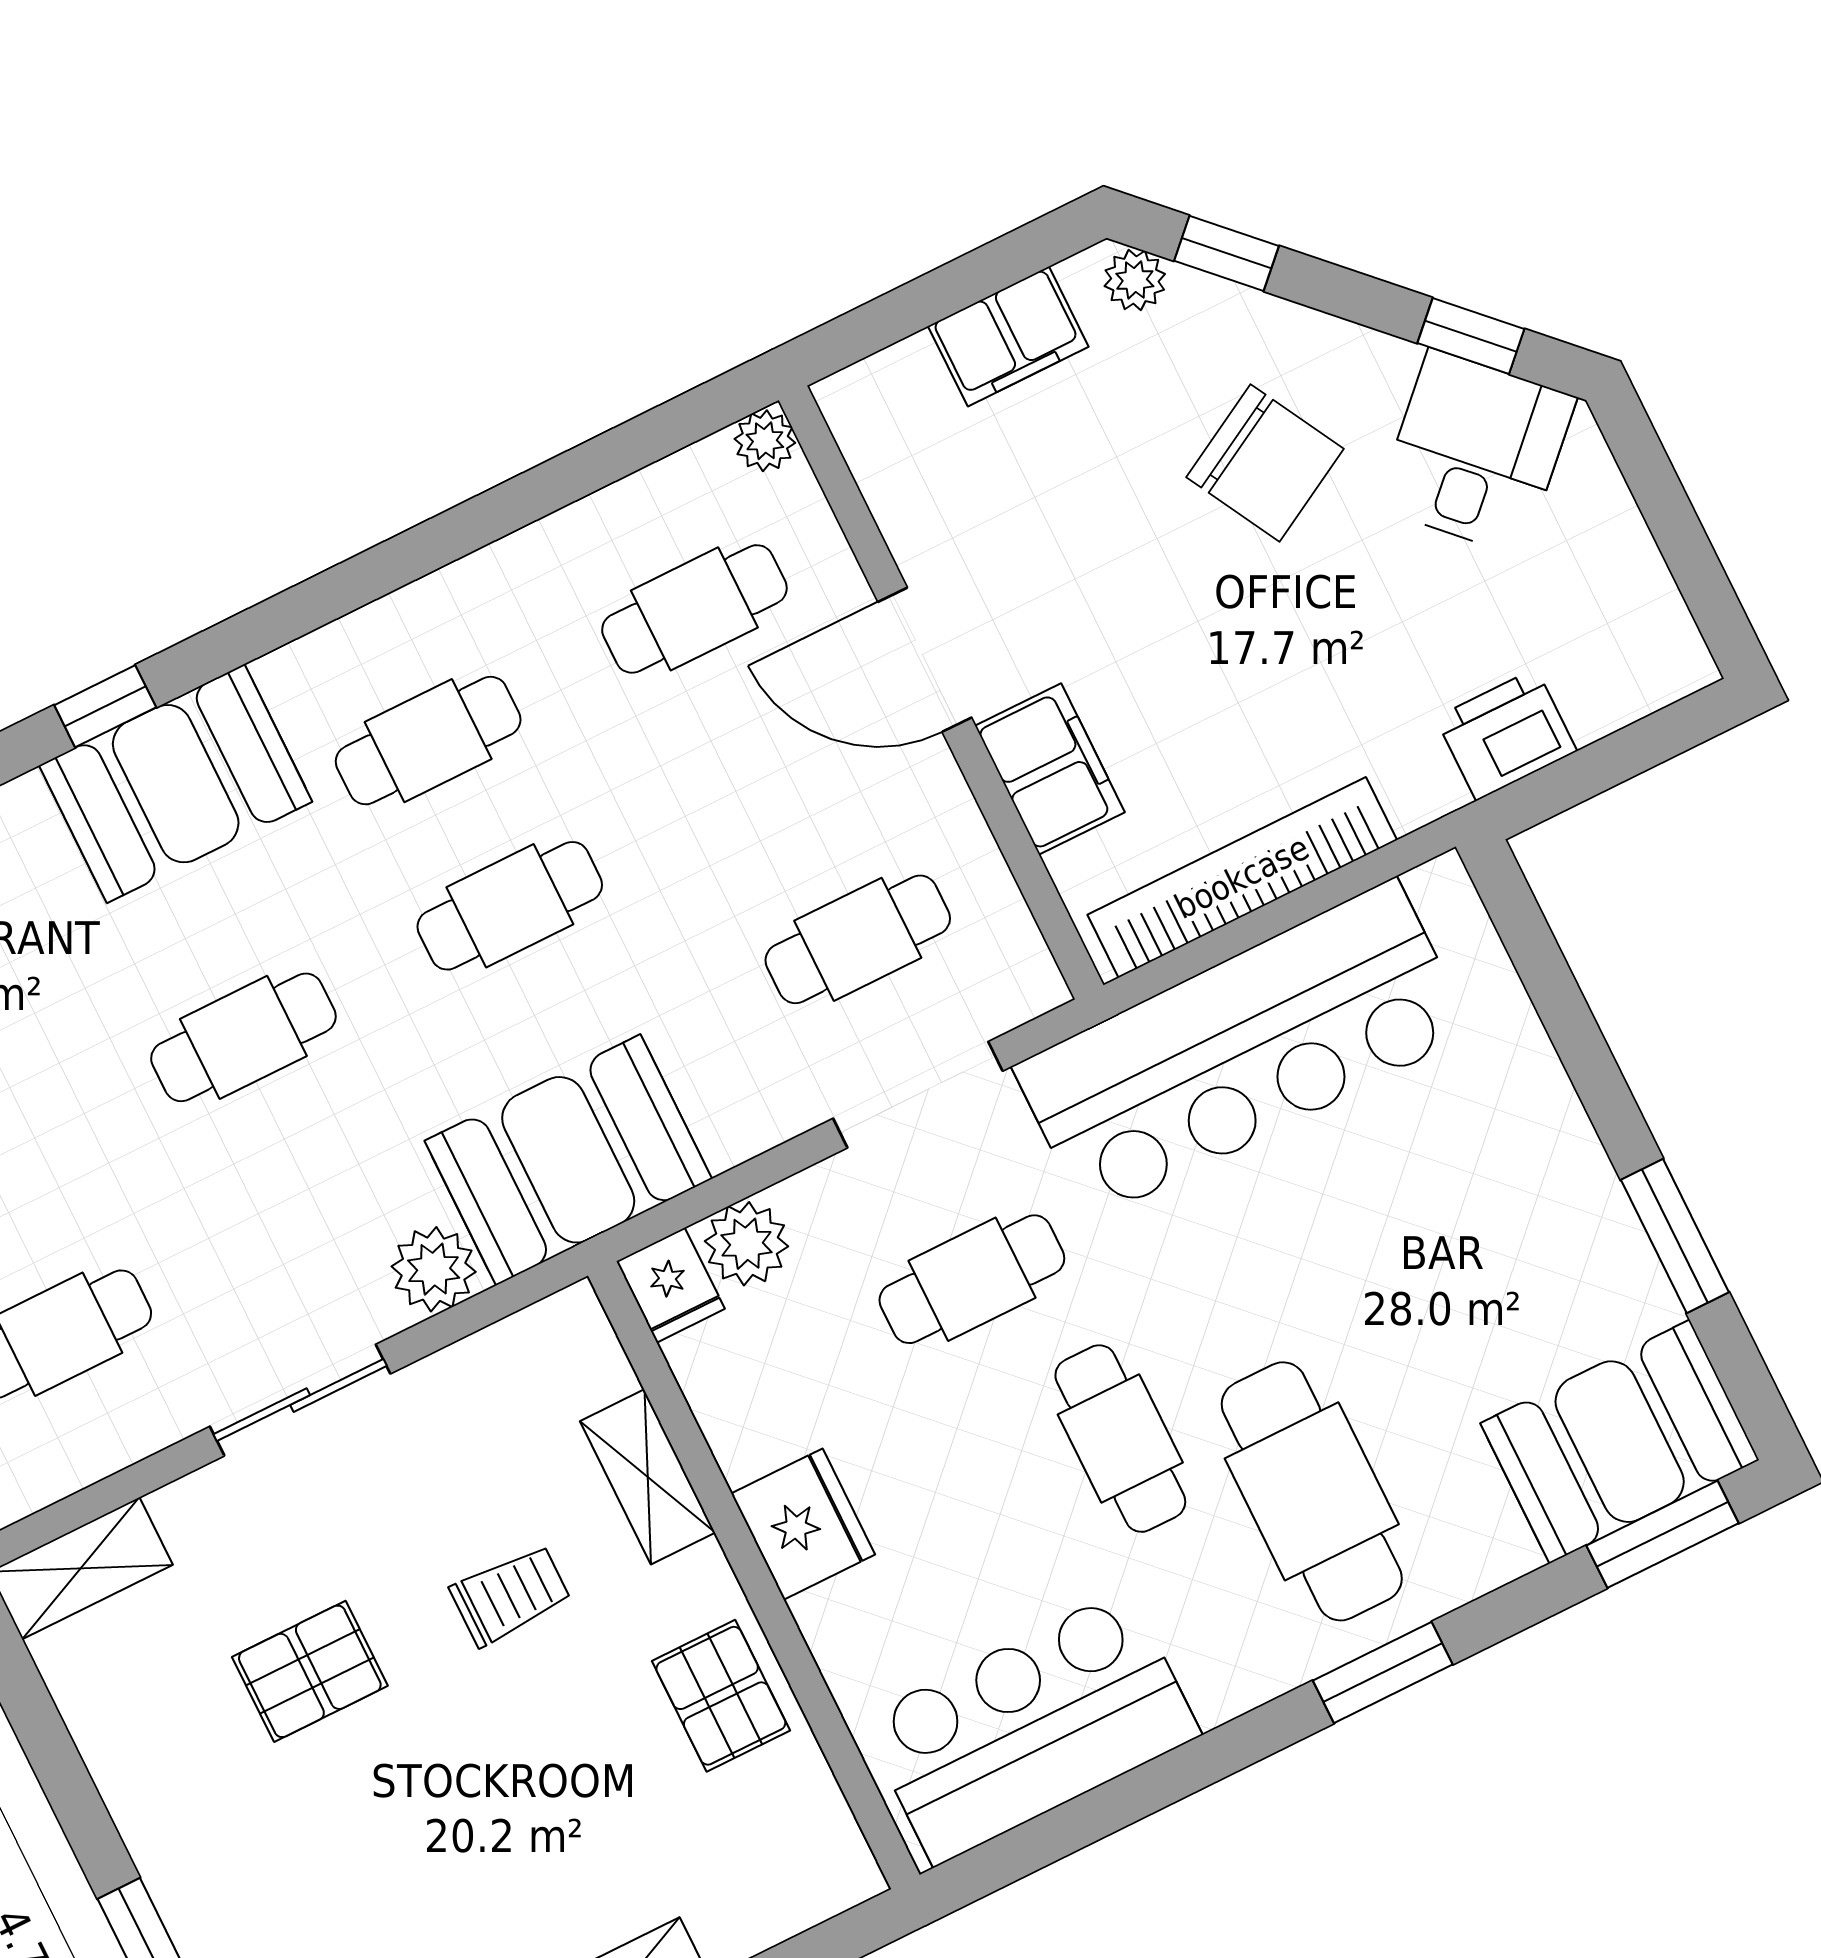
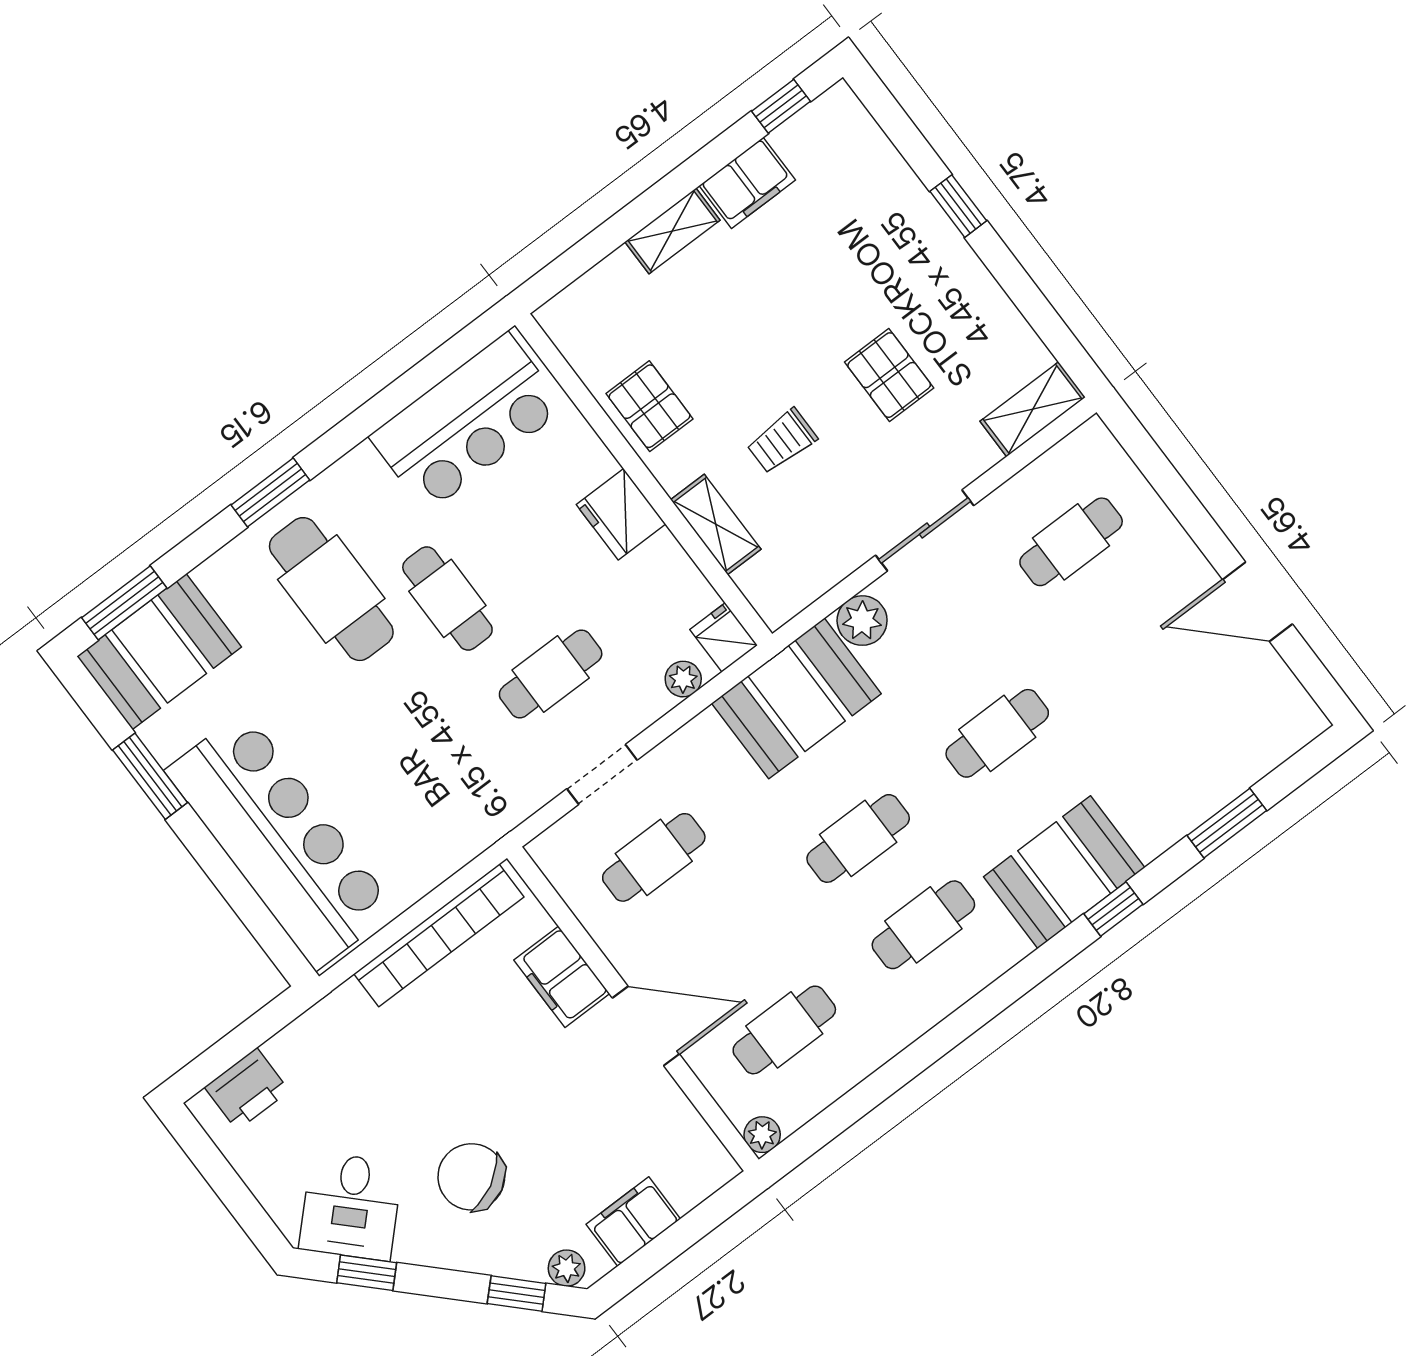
printer: (1506, 734) -> (247, 1089), moved
bar counter: (1242, 1050) -> (280, 840), moved, turned 90
doorway: (918, 1095) -> (602, 774), width x0.73
plant: (746, 1244) -> (683, 679), width x0.73, depth x0.73
pallet: (310, 1671) -> (889, 375), turned 90

